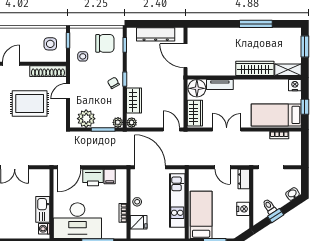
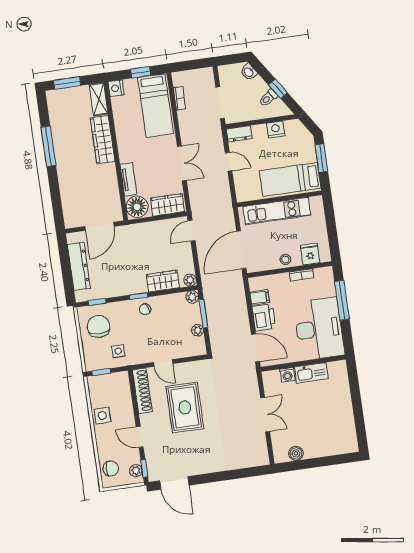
side table: (50, 44) -> (102, 416), moved
plant: (86, 119) -> (198, 330), width x0.53, depth x0.53
double door: (227, 129) -> (182, 163), swing flipped
door: (222, 167) -> (229, 162), hinge flipped
washing machine: (44, 229) -> (287, 375), moved

